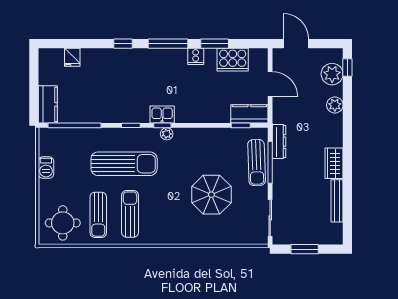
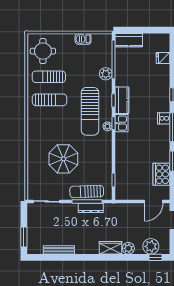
cooker: (196, 56) -> (164, 118), moved
door: (270, 84) -> (154, 201), moved
kitchen counter: (249, 114) -> (122, 100), moved
plant: (94, 136) -> (106, 74), added
dresser: (279, 142) -> (91, 208), moved
wardrobe: (334, 163) -> (111, 248), moved
sun lounger: (124, 164) -> (90, 111), moved
window: (305, 249) -> (24, 237), moved

